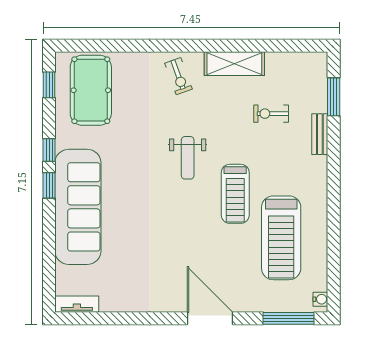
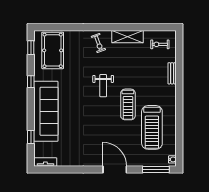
window: (334, 97) -> (179, 54), removed
exercise bike: (271, 114) -> (160, 44), moved
window: (49, 185) -> (31, 137), moved

